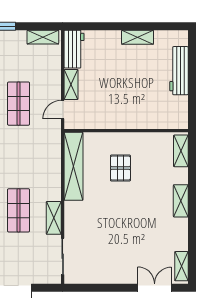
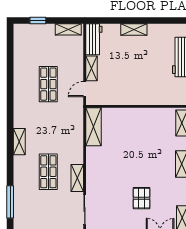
shelving: (138, 37) -> (134, 29), moved
shelving: (74, 166) -> (93, 127), width x0.68
pallet: (120, 168) -> (142, 198), moved

